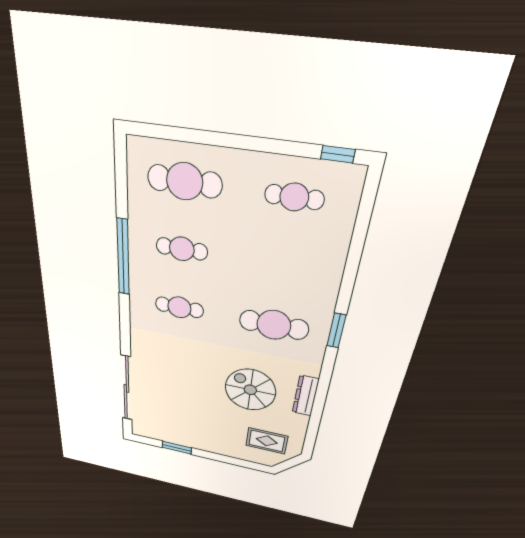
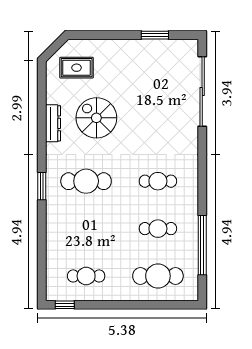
window: (123, 257) -> (202, 245), moved
spiral stairs: (250, 390) -> (96, 118), turned 180

